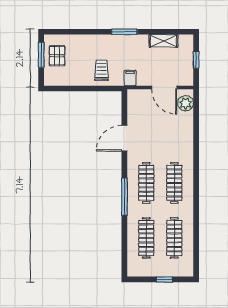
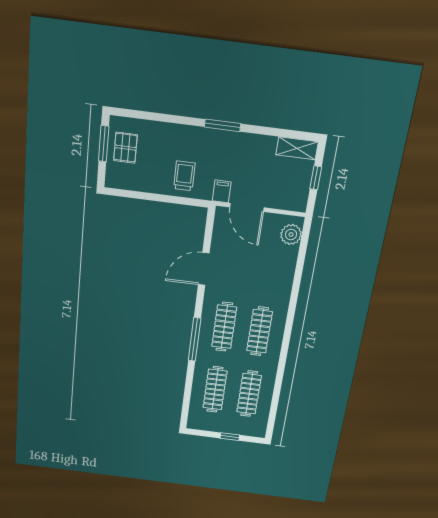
shelving: (163, 41) -> (297, 148), moved
door: (164, 87) -> (247, 207), moved

